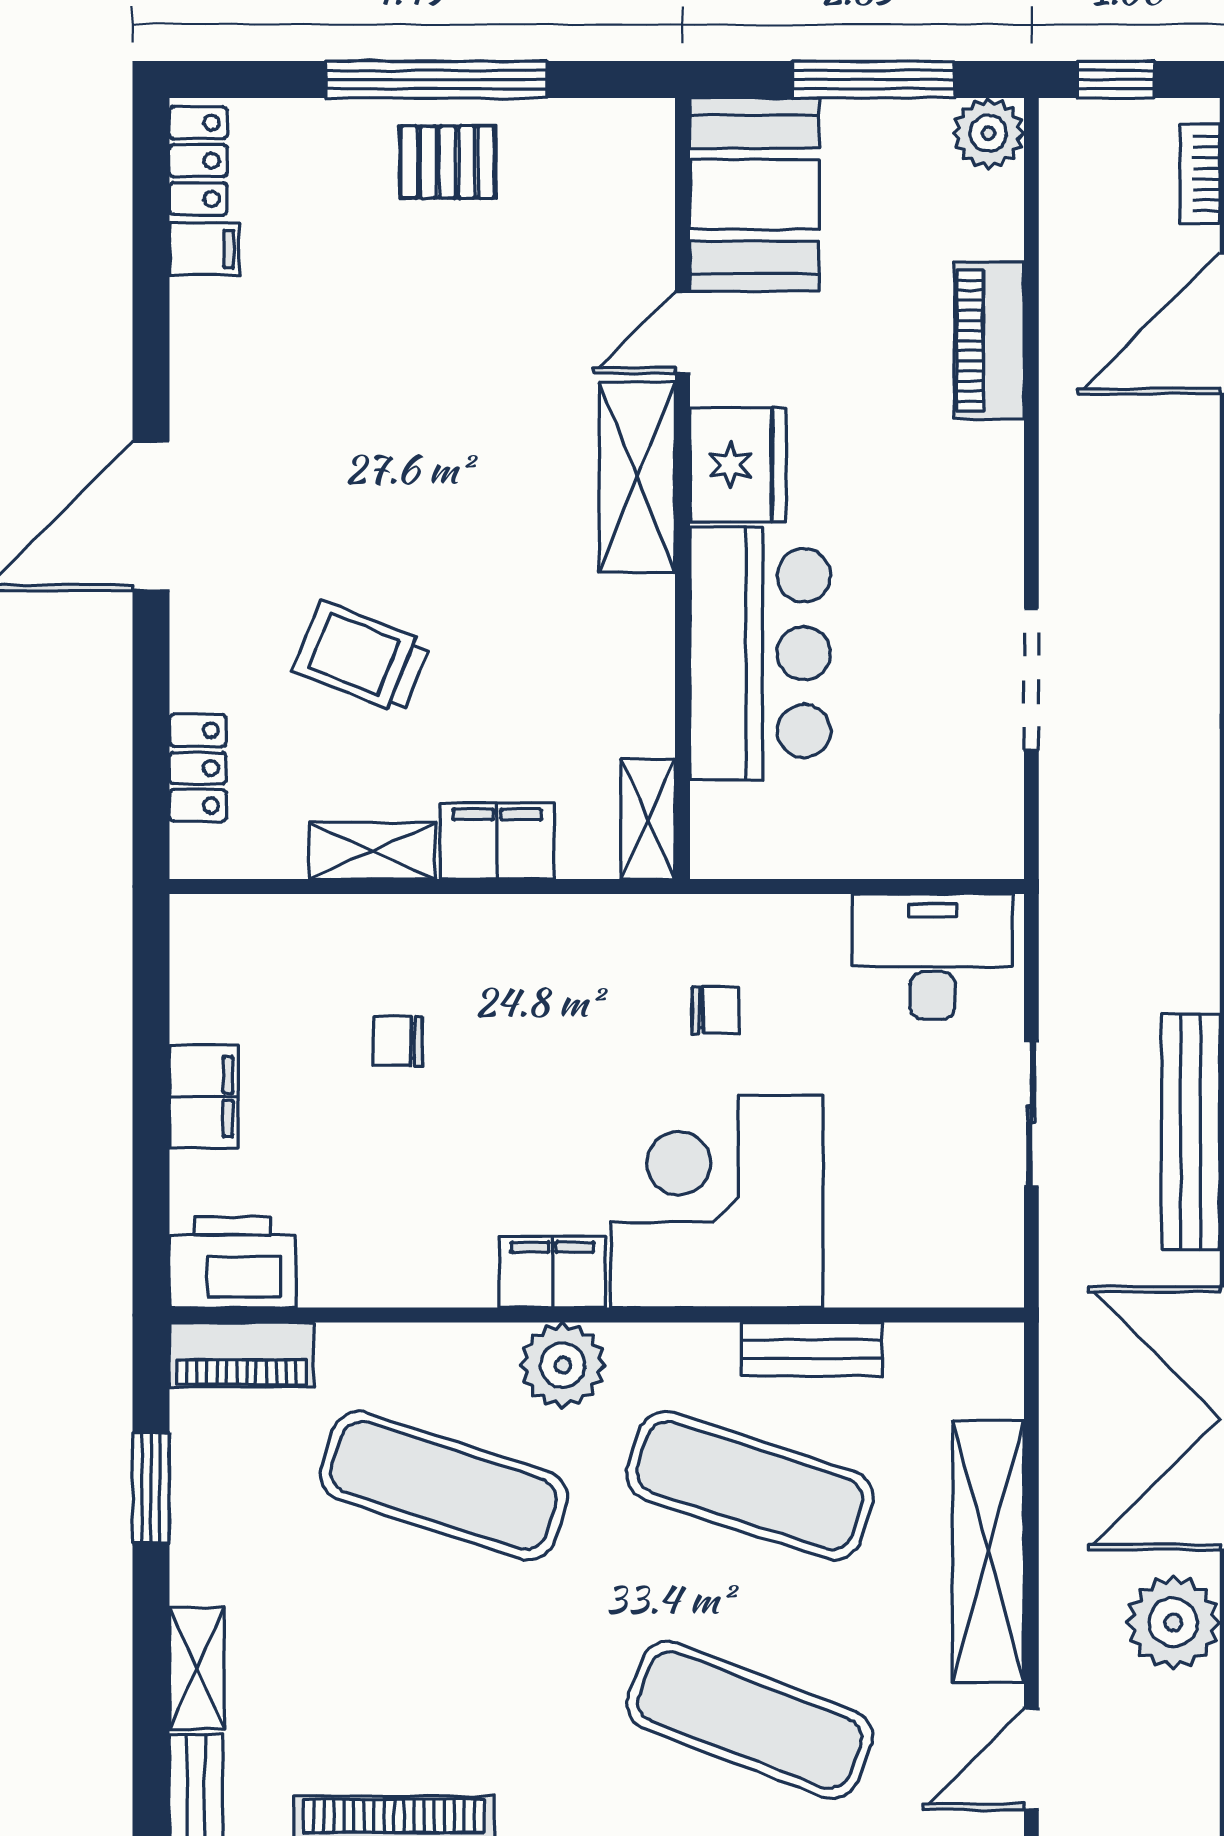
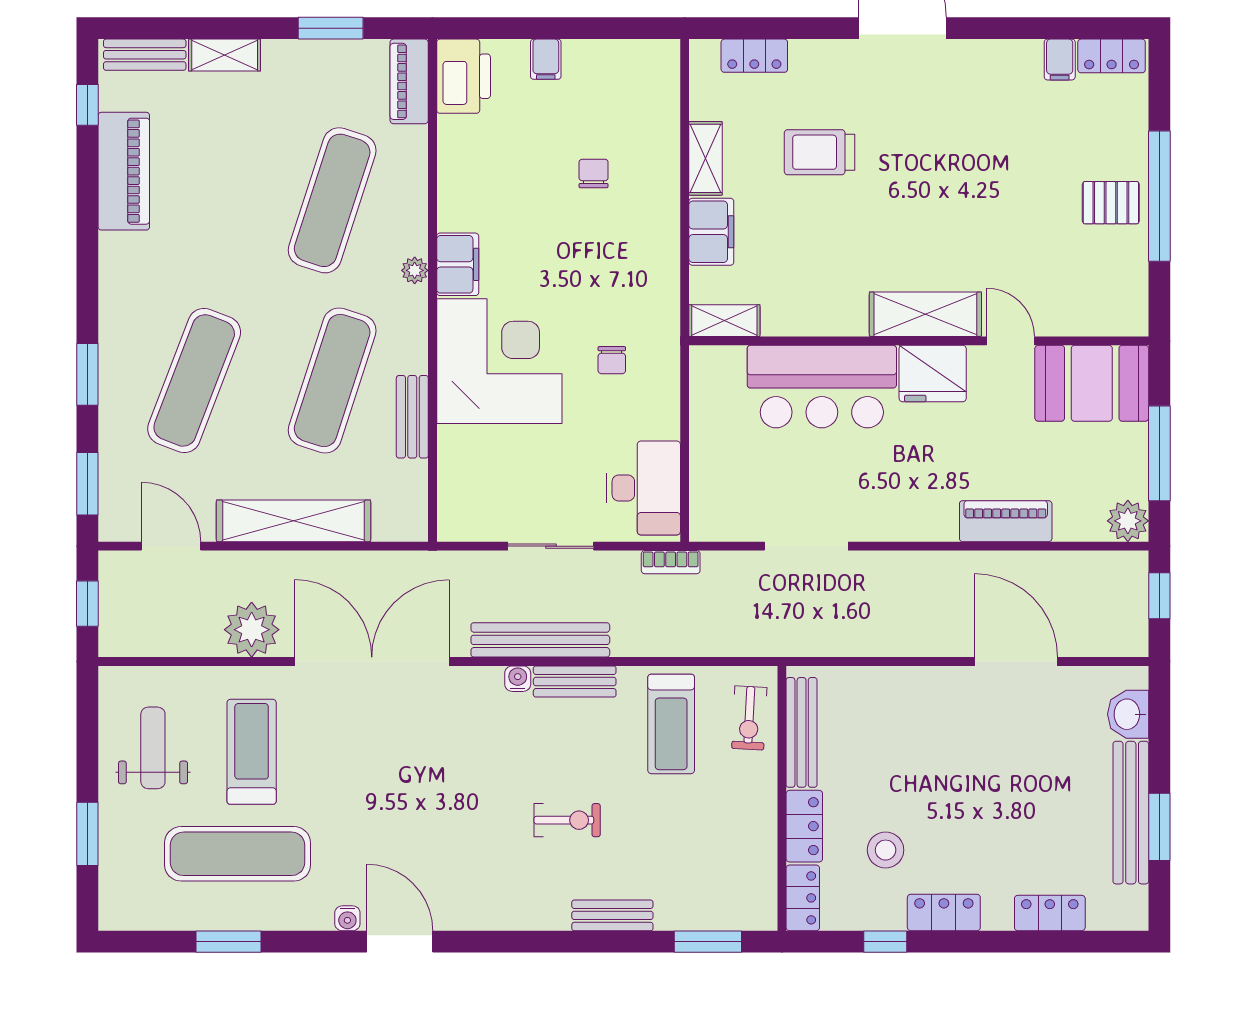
pallet: (448, 162) -> (1111, 203), turned 90
bookcase: (1200, 174) -> (671, 562), moved, turned 180
trolley: (362, 657) -> (820, 152), turned -112
filing cabinet: (204, 1097) -> (546, 59), width x0.50
plant: (563, 1365) -> (415, 270), width x0.53, depth x0.53

